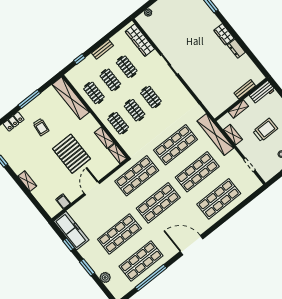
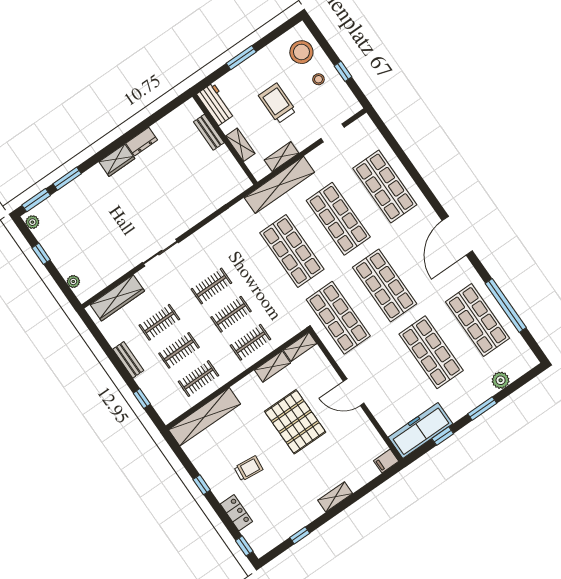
window: (29, 99) -> (202, 485), width x0.46
pallet: (71, 154) -> (295, 422), turned 90
filing cabinet: (63, 201) -> (386, 461), moved

